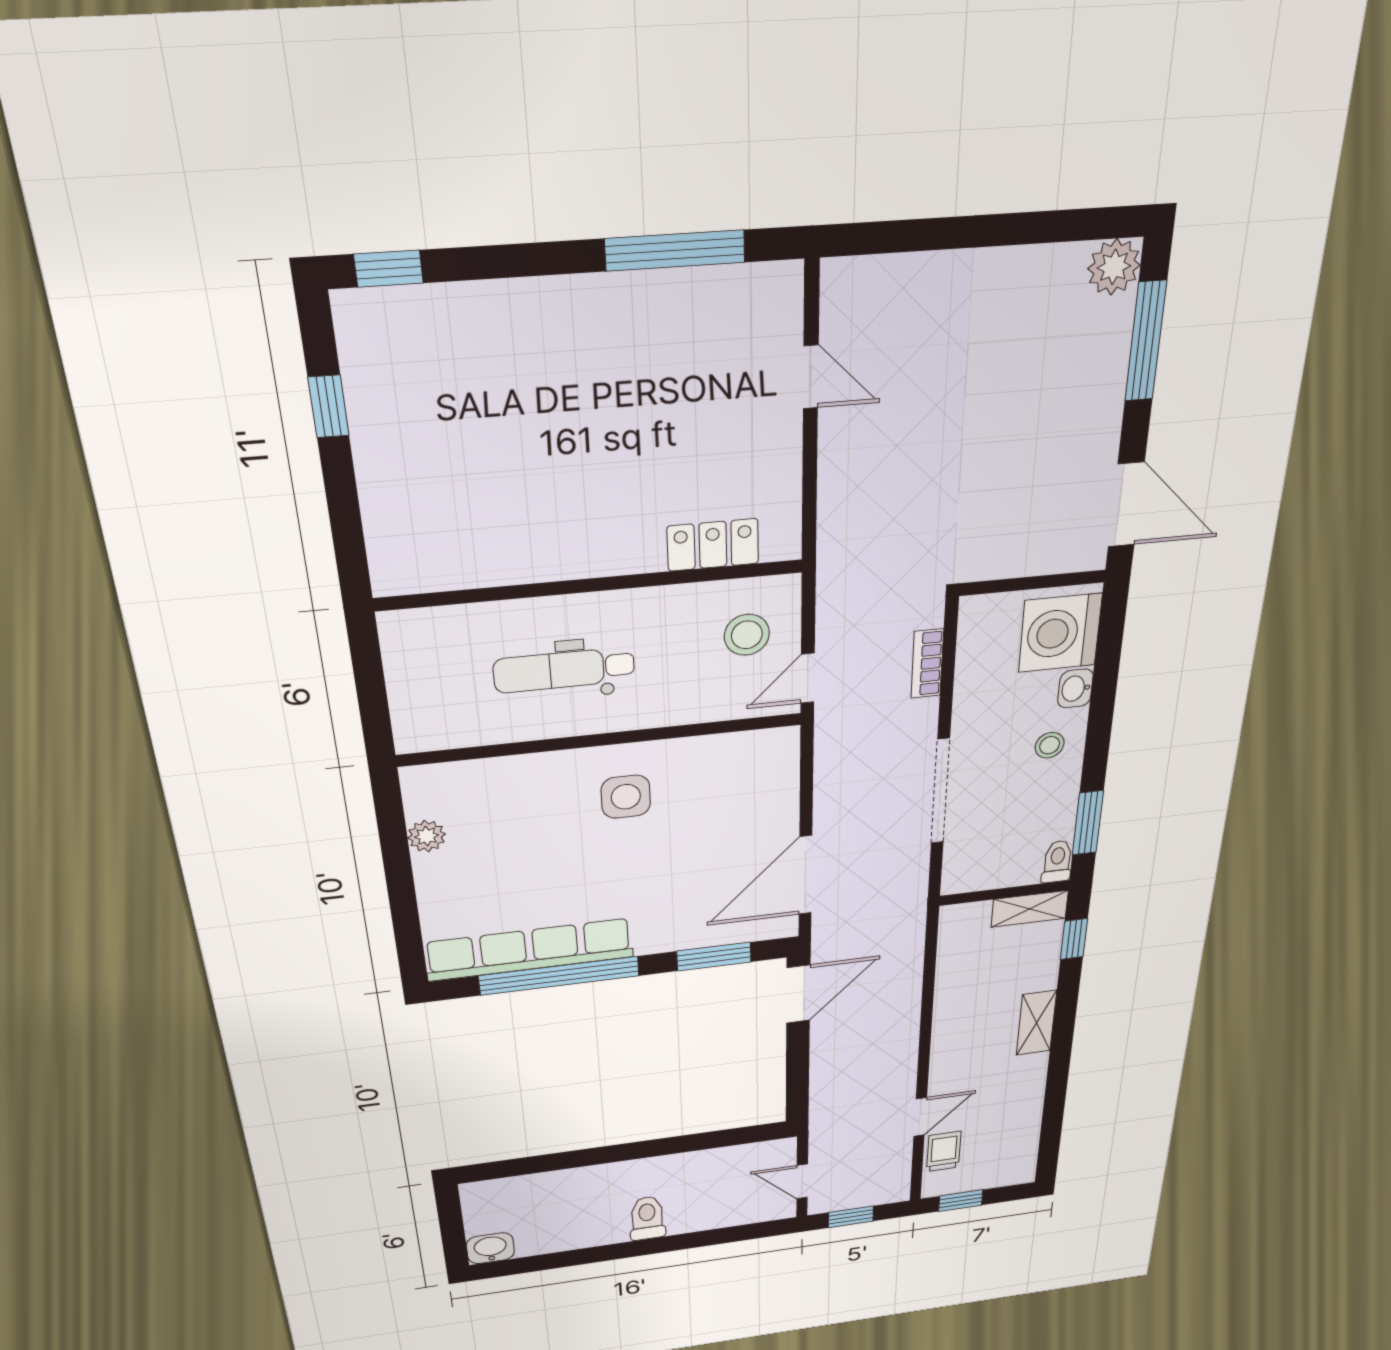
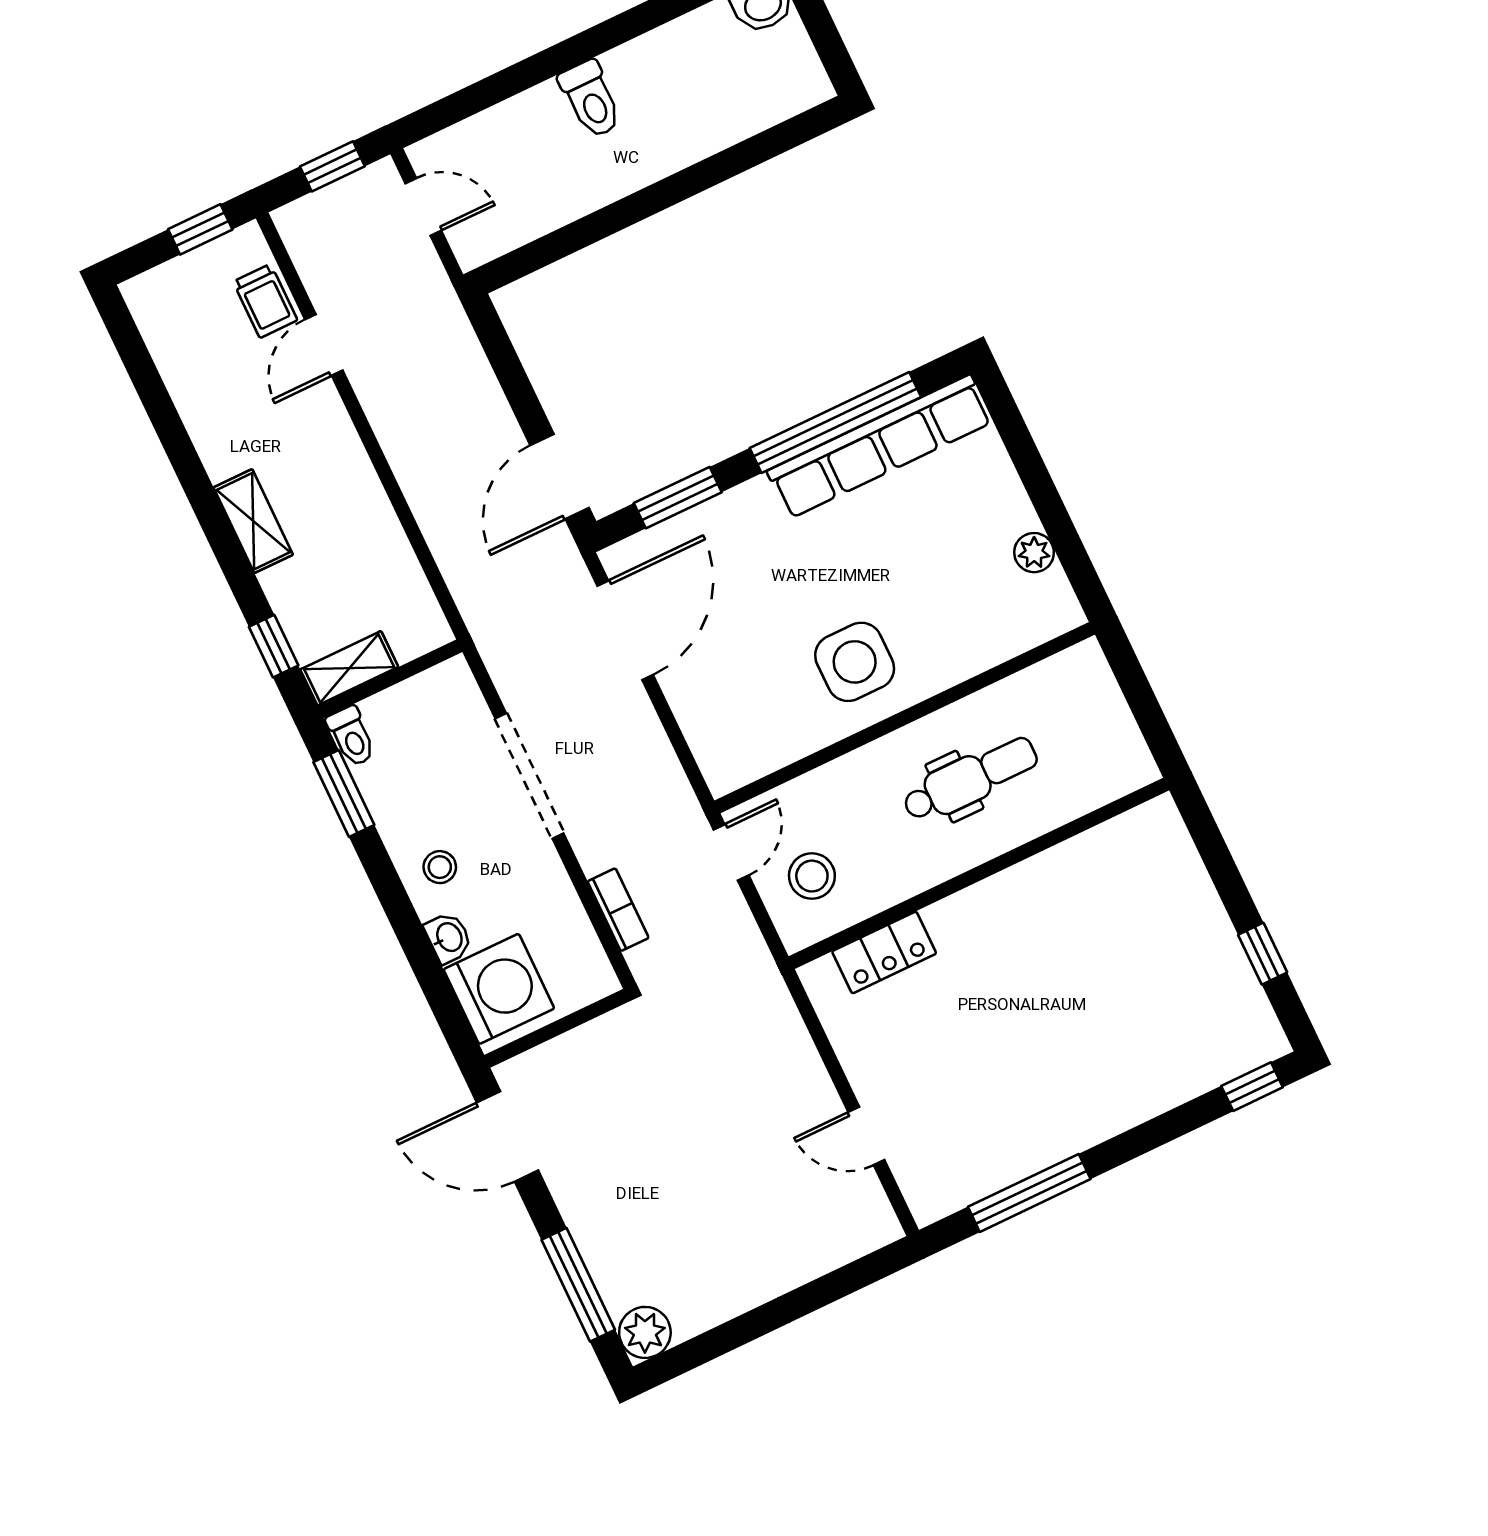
side table: (626, 797) -> (855, 662), width x1.37, depth x1.37

